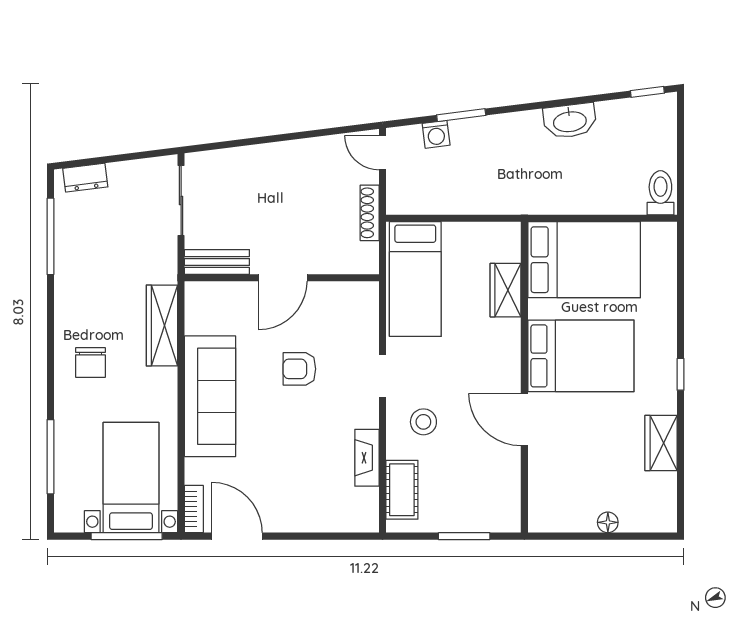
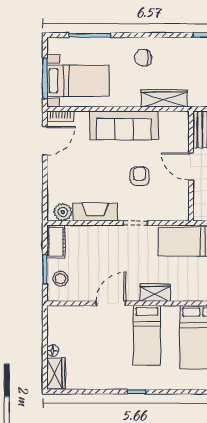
wardrobe: (505, 290) -> (155, 293), moved
bed: (581, 356) -> (147, 335), width x0.67
stool: (423, 422) -> (60, 279), moved
wardrobe: (661, 443) -> (56, 373), moved, turned 90
fireplace: (367, 458) -> (95, 212), width x1.37, depth x1.32
cot: (402, 490) -> (56, 242), moved, turned 90
plant: (363, 504) -> (63, 212), added

